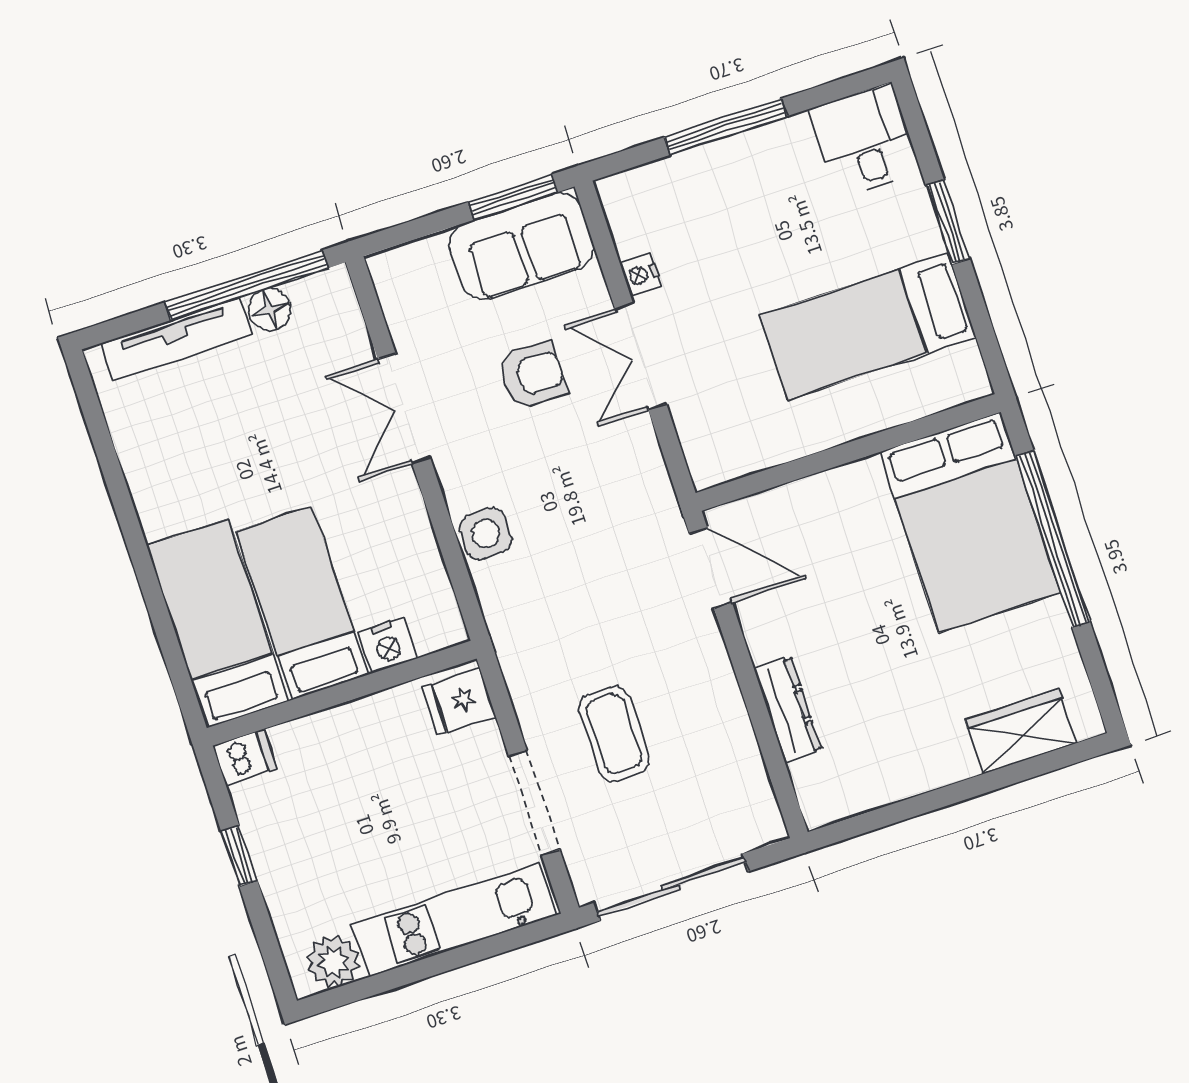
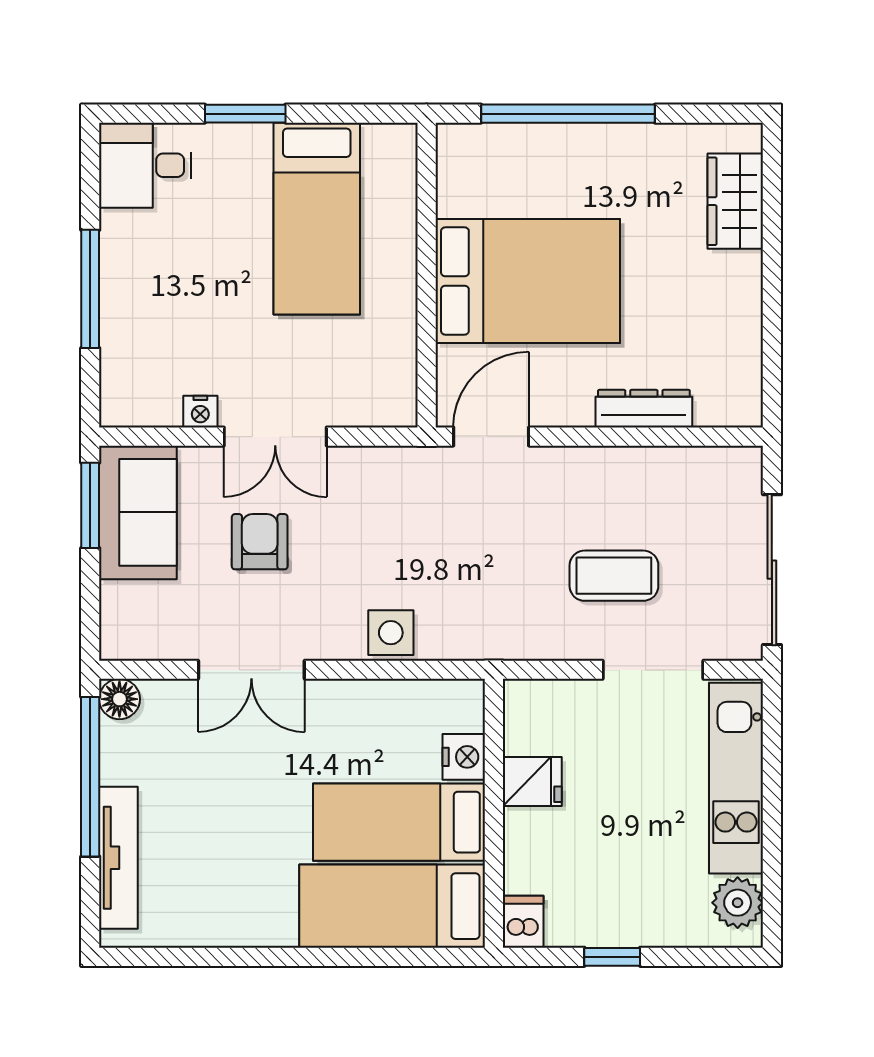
floor lamp: (270, 309) -> (119, 699), moved
bed: (970, 522) -> (528, 281), moved
fridge: (459, 701) -> (532, 782), moved, turned -90

